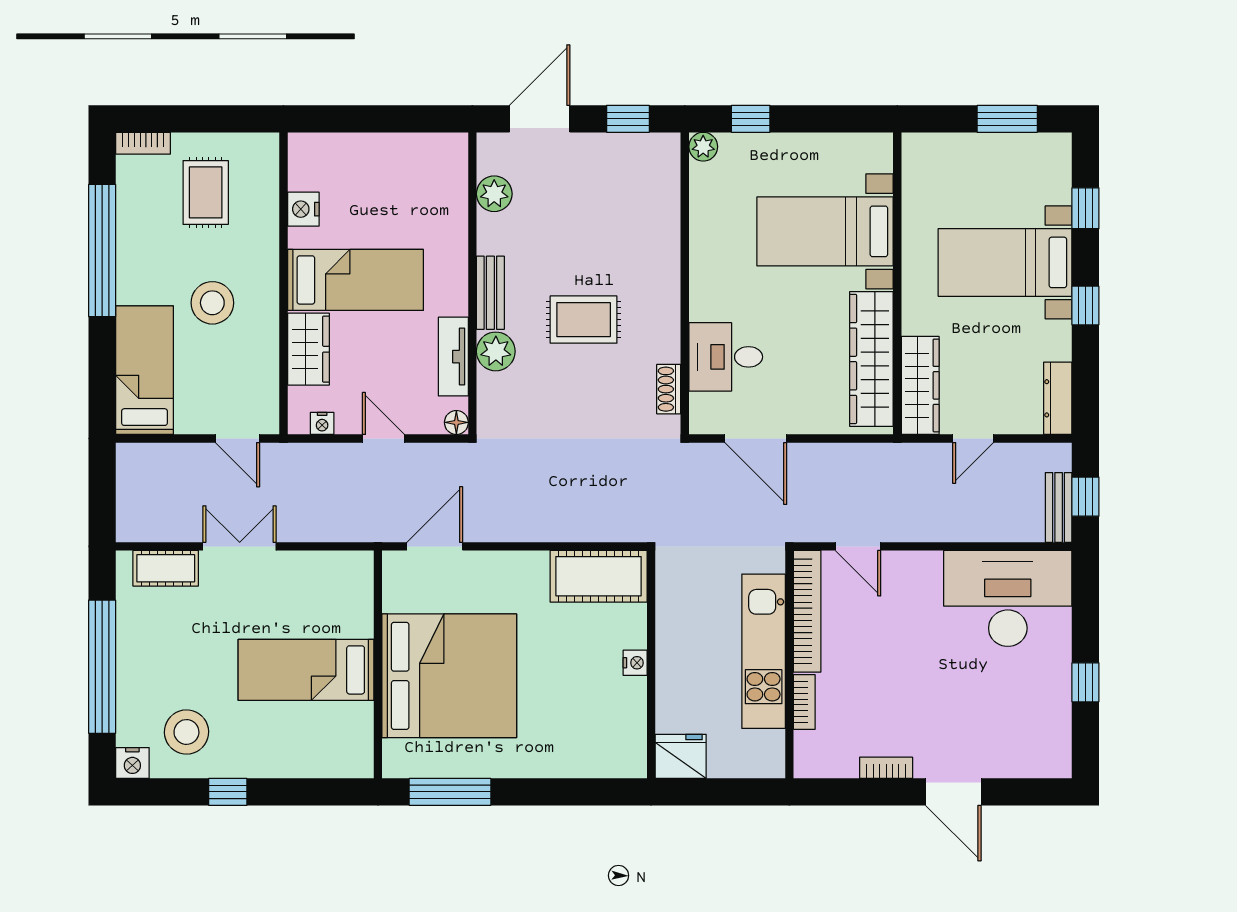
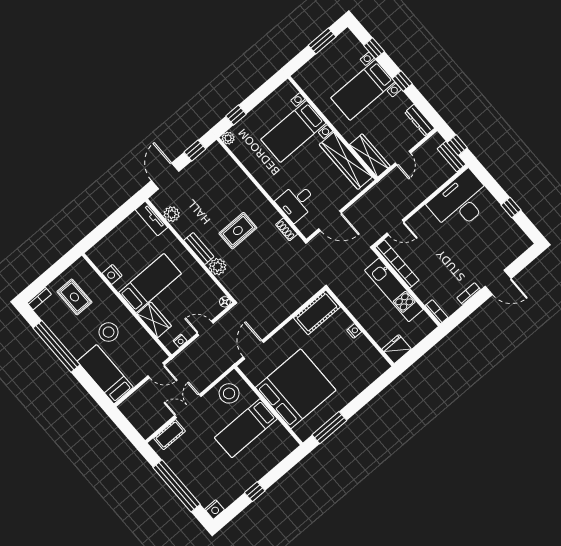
tv unit: (453, 357) -> (152, 219), moved
bookcase: (804, 702) -> (436, 312), moved
stool: (186, 732) -> (229, 393), moved

